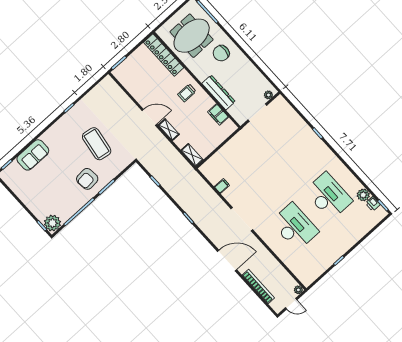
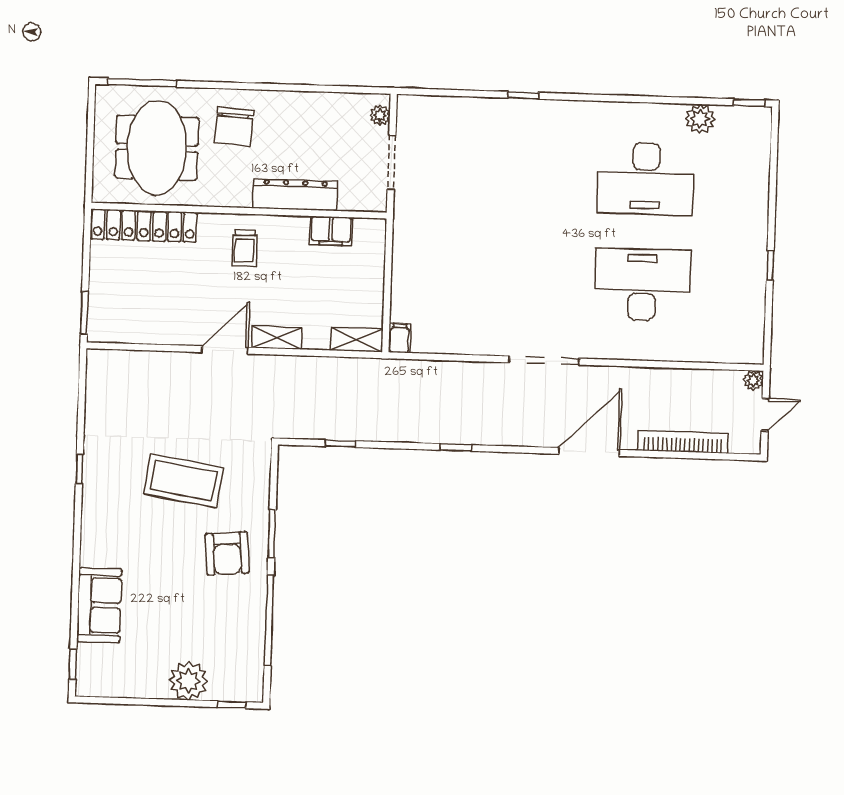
filing cabinet: (222, 186) -> (400, 338), moved
desk: (328, 196) -> (646, 179), turned 180
printer: (373, 204) -> (730, 117), removed
plant: (52, 223) -> (188, 681), moved

